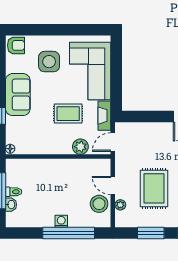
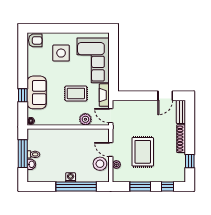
sofa: (18, 95) -> (37, 92), moved
door: (113, 142) -> (111, 116), hinge flipped

